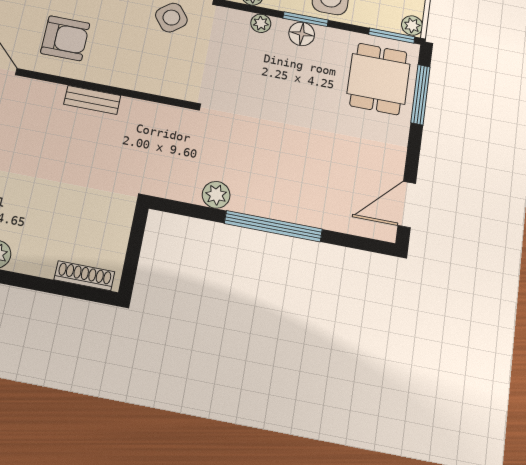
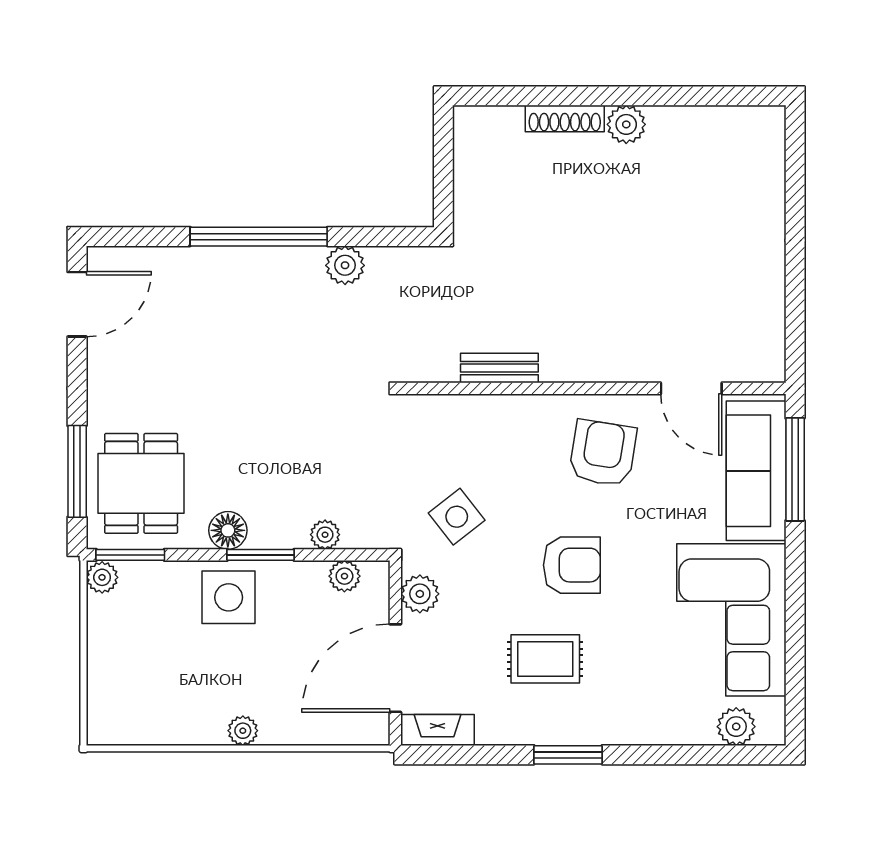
floor lamp: (302, 34) -> (228, 530), moved
armchair: (65, 38) -> (603, 453), turned 99
bench: (92, 100) -> (499, 368), moved
shoe rack: (84, 276) -> (565, 119), moved

